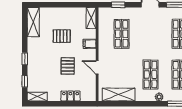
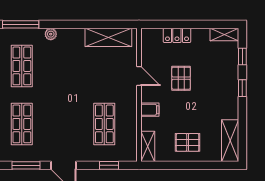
pallet: (62, 36) -> (188, 142), moved
shop shelf: (150, 75) -> (63, 66), removed

